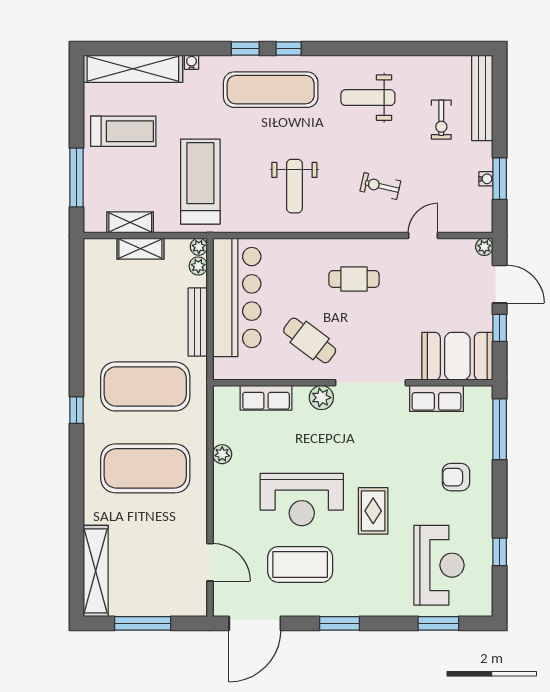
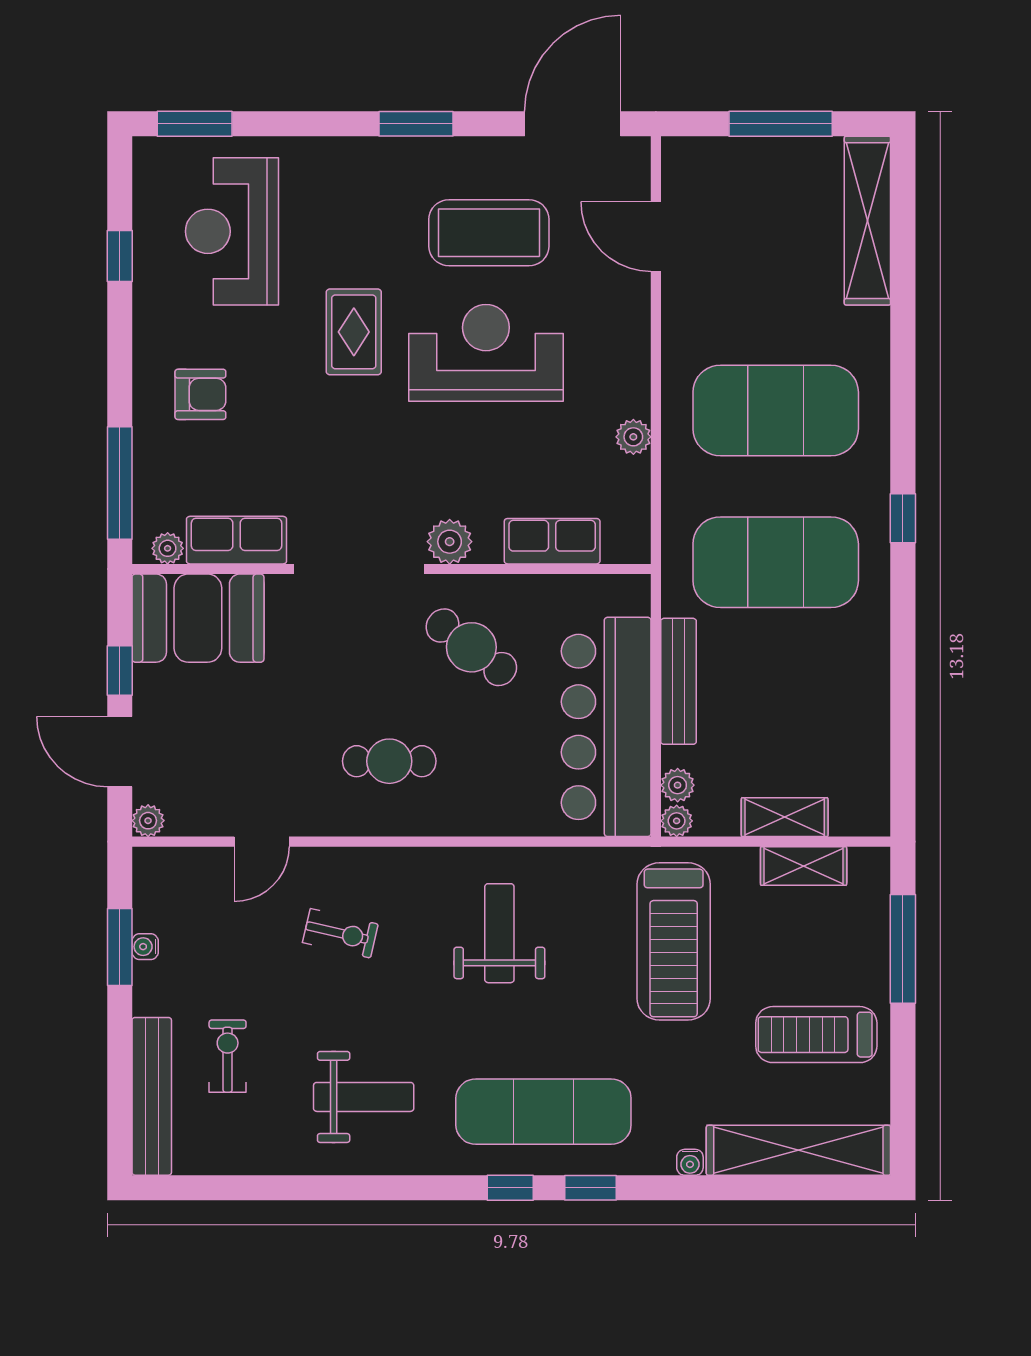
plant: (474, 394) -> (168, 548), added
window: (438, 623) -> (195, 124), moved

